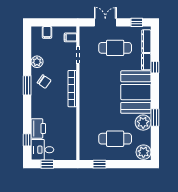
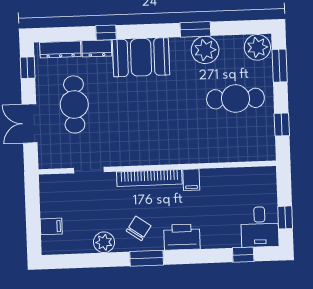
filing cabinet: (70, 37) -> (191, 180), moved
booth: (136, 92) -> (141, 57), width x0.73, depth x0.70
printer: (38, 128) -> (182, 237), moved
cafe table: (115, 139) -> (235, 99), turned 90
window: (133, 164) -> (280, 66), added

